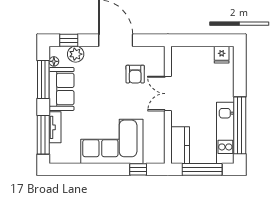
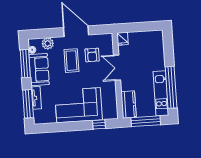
window: (69, 40) -> (42, 34), removed
fridge: (222, 55) -> (122, 39), moved
coffee table: (106, 80) -> (71, 61), added

